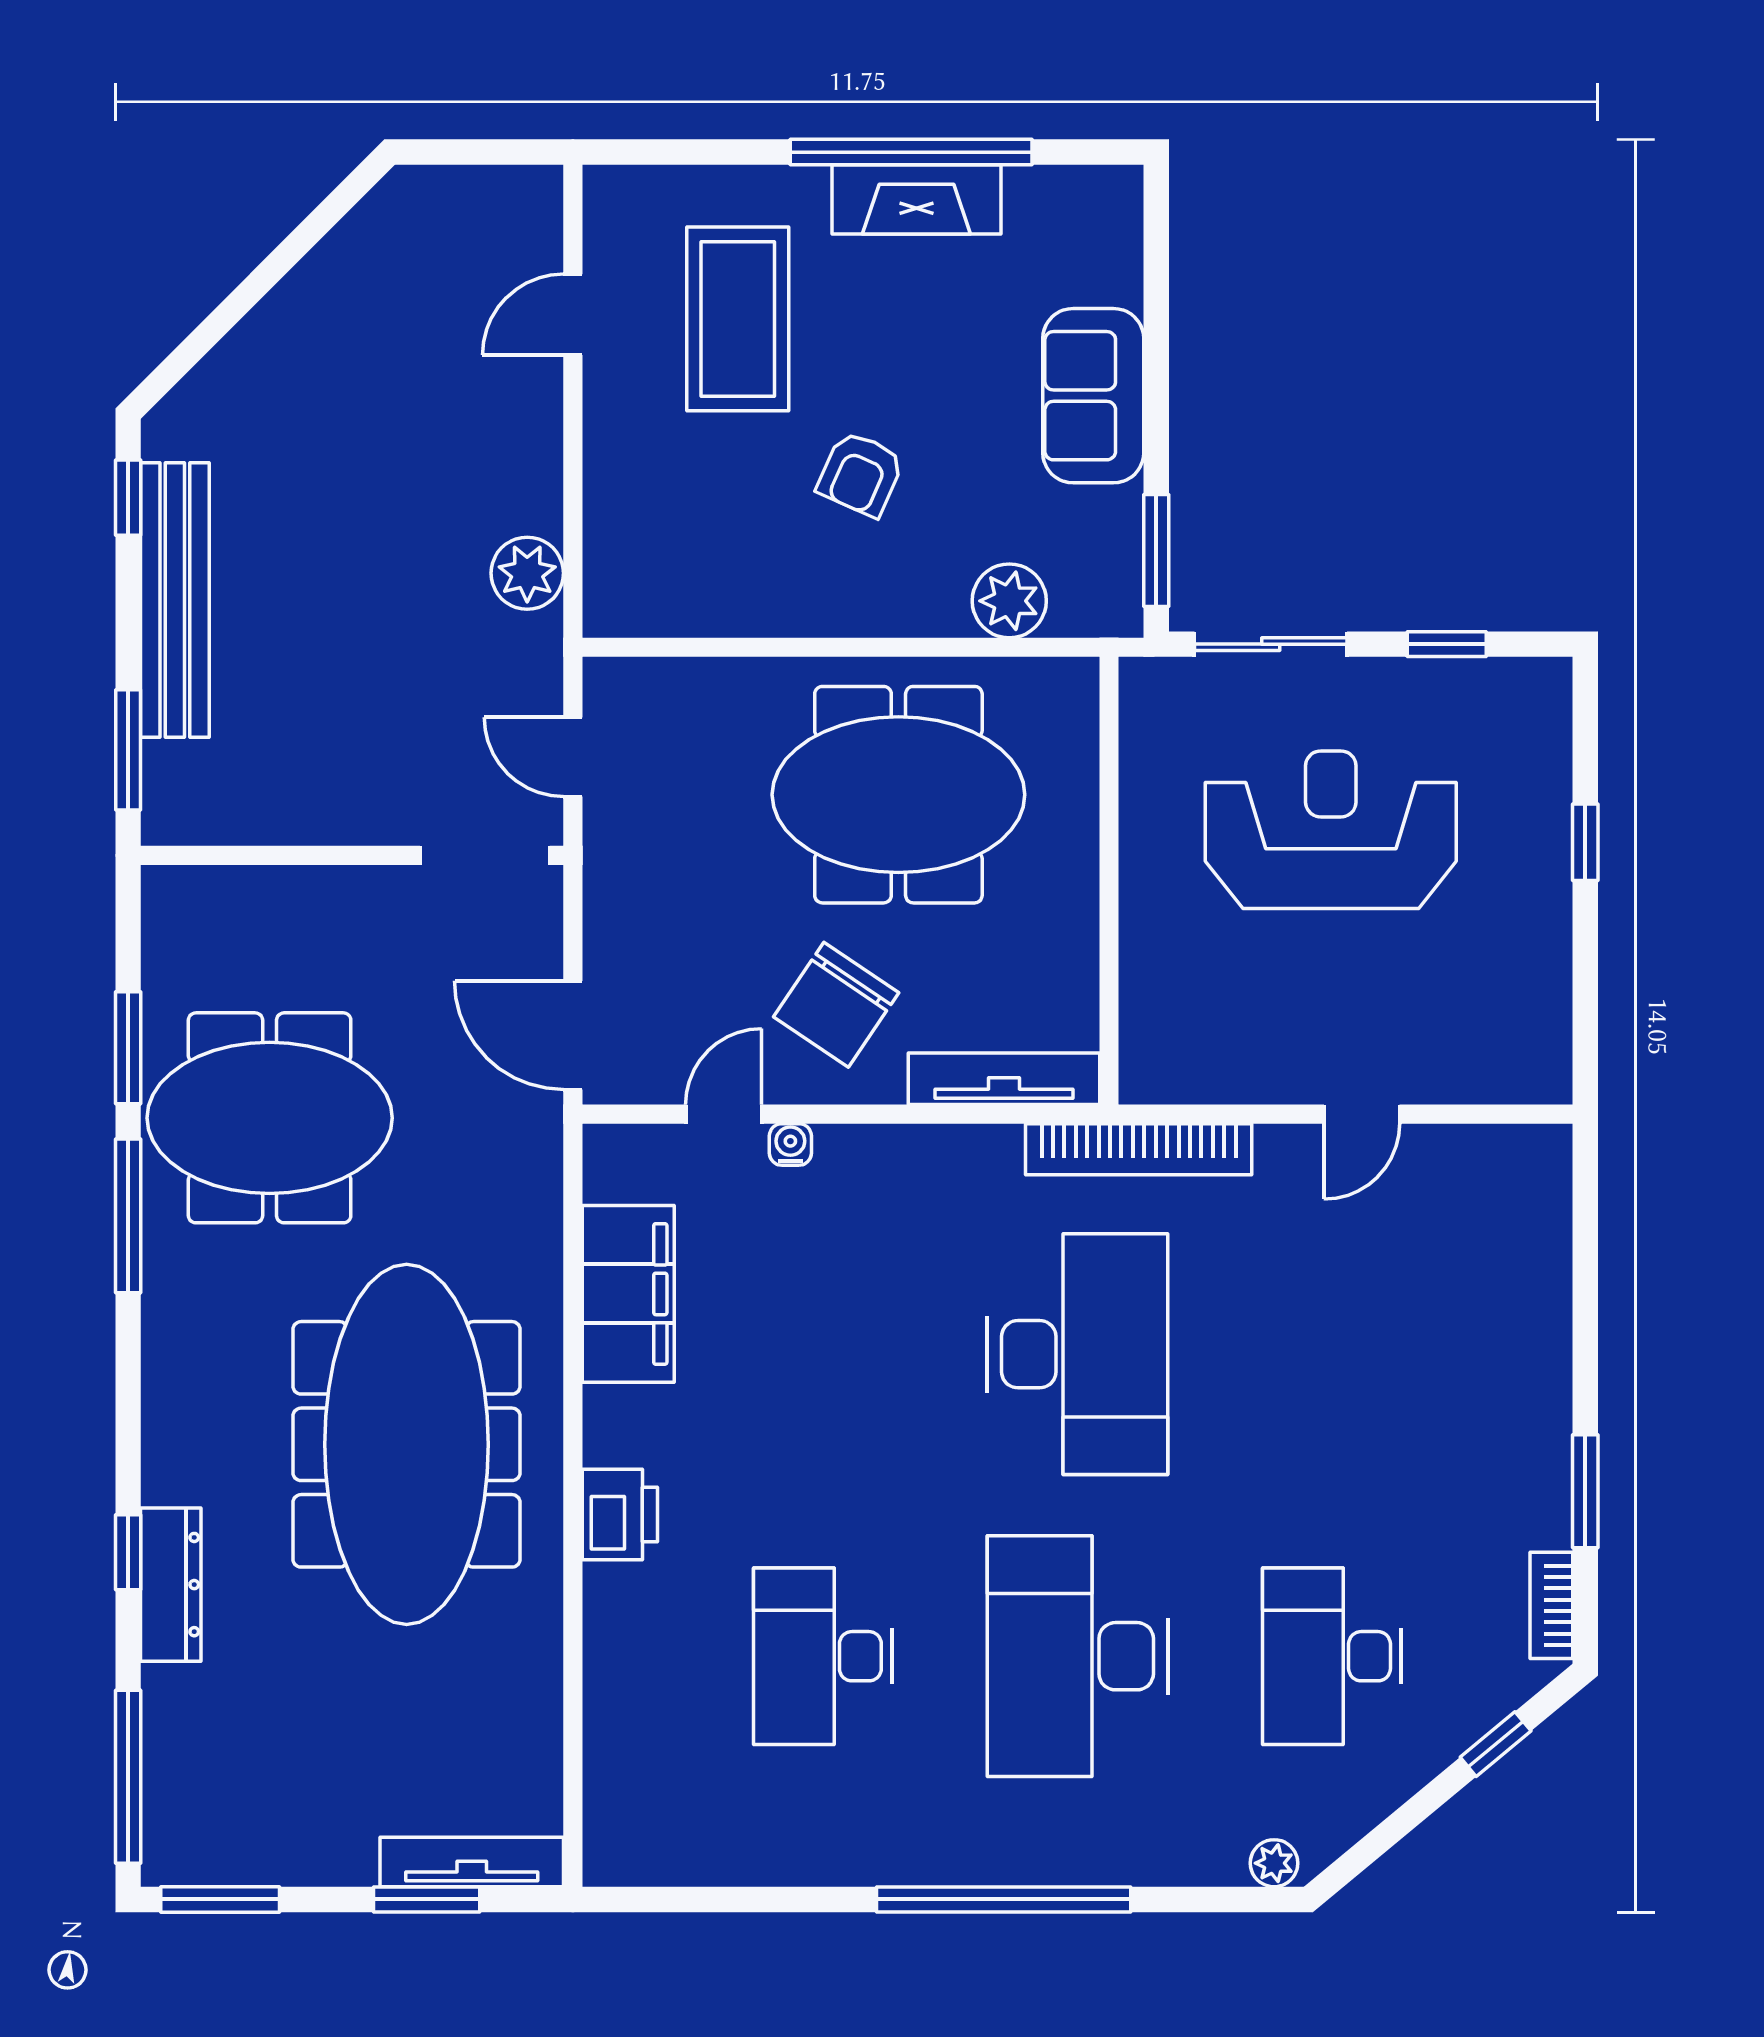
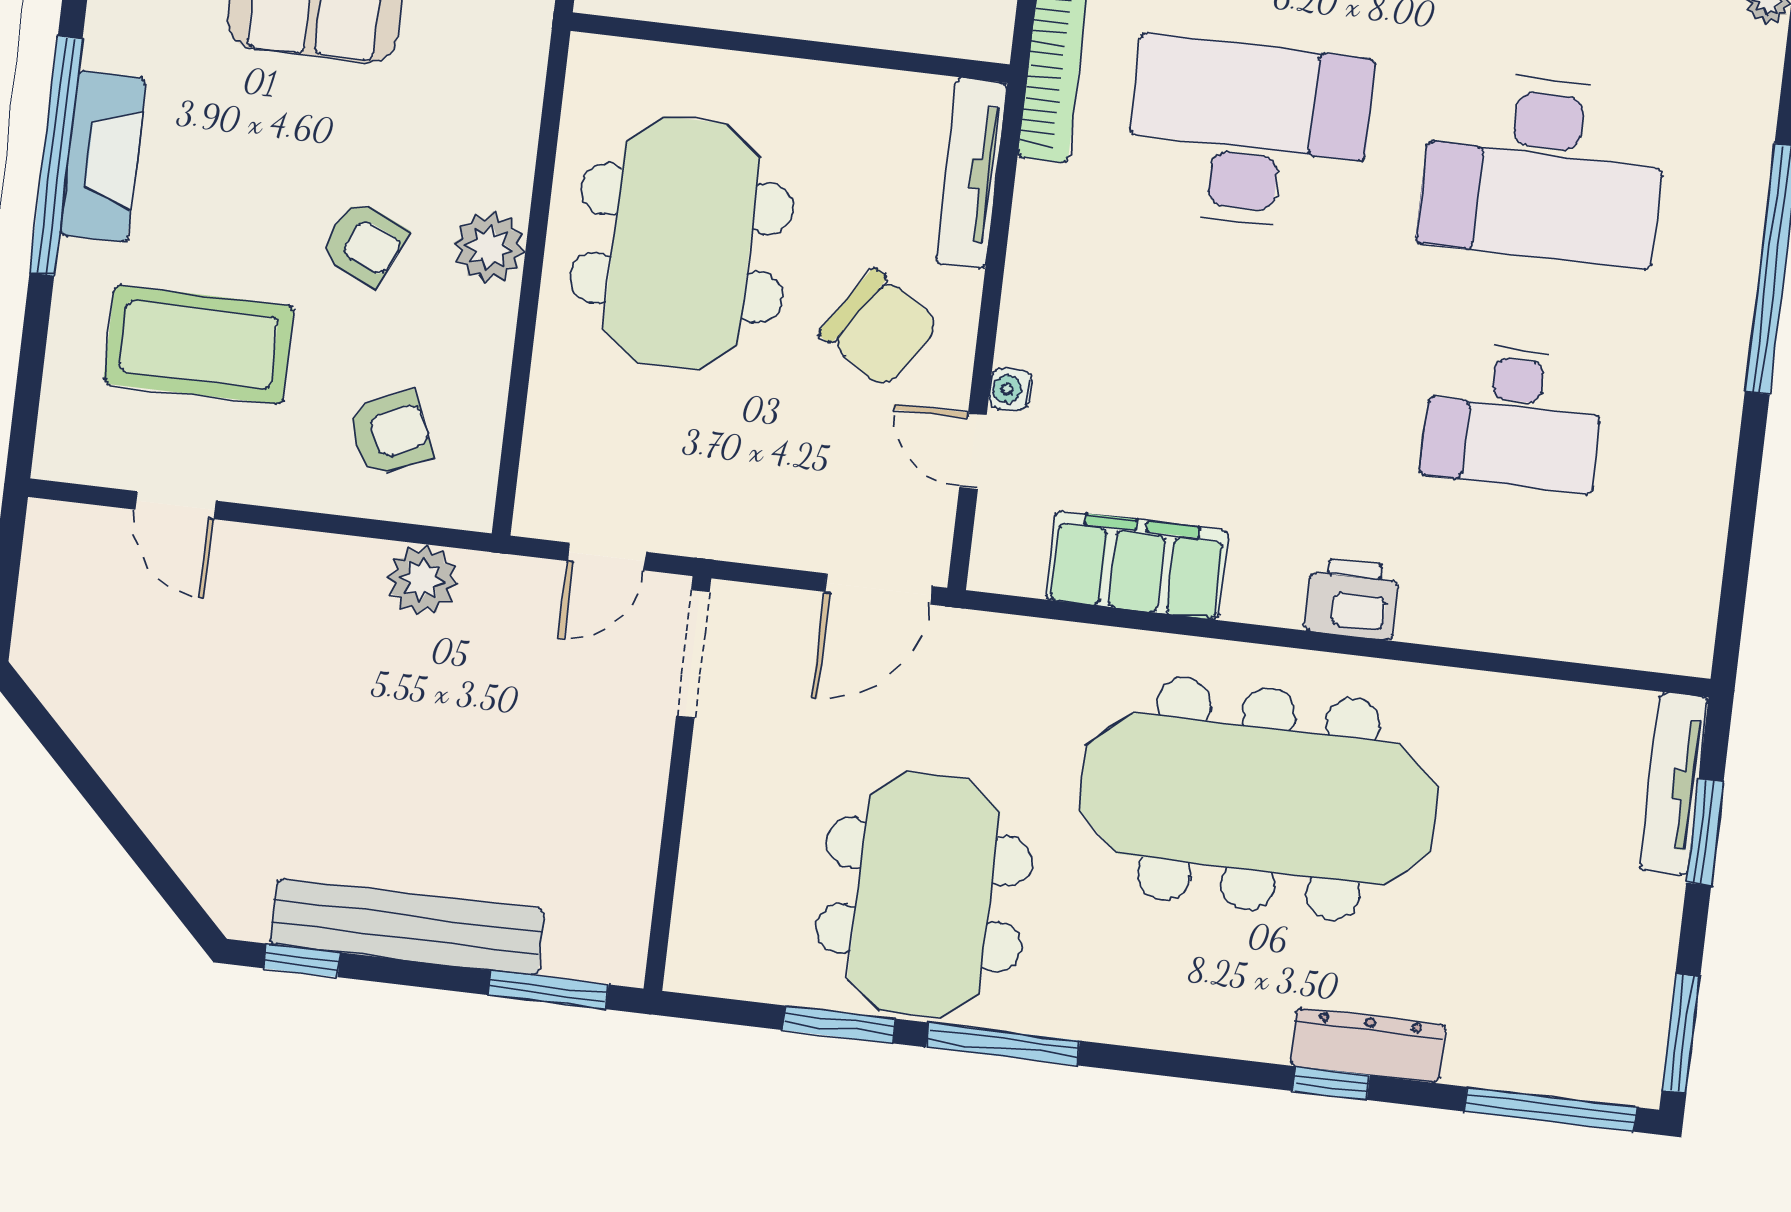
armchair: (671, 523) -> (390, 433), added
plant: (1009, 601) -> (489, 247), moved

